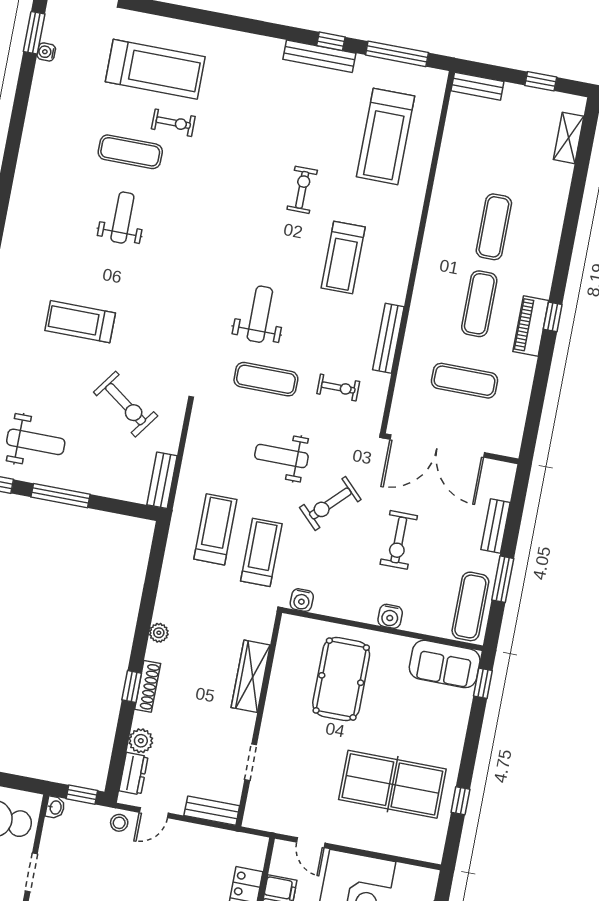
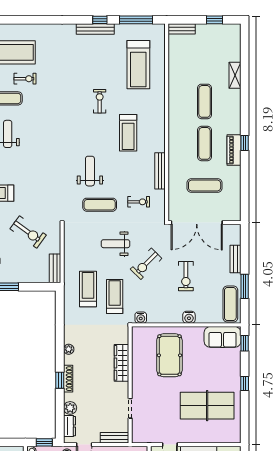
shelving: (569, 138) -> (235, 75), moved
window: (460, 801) -> (245, 383), moved

